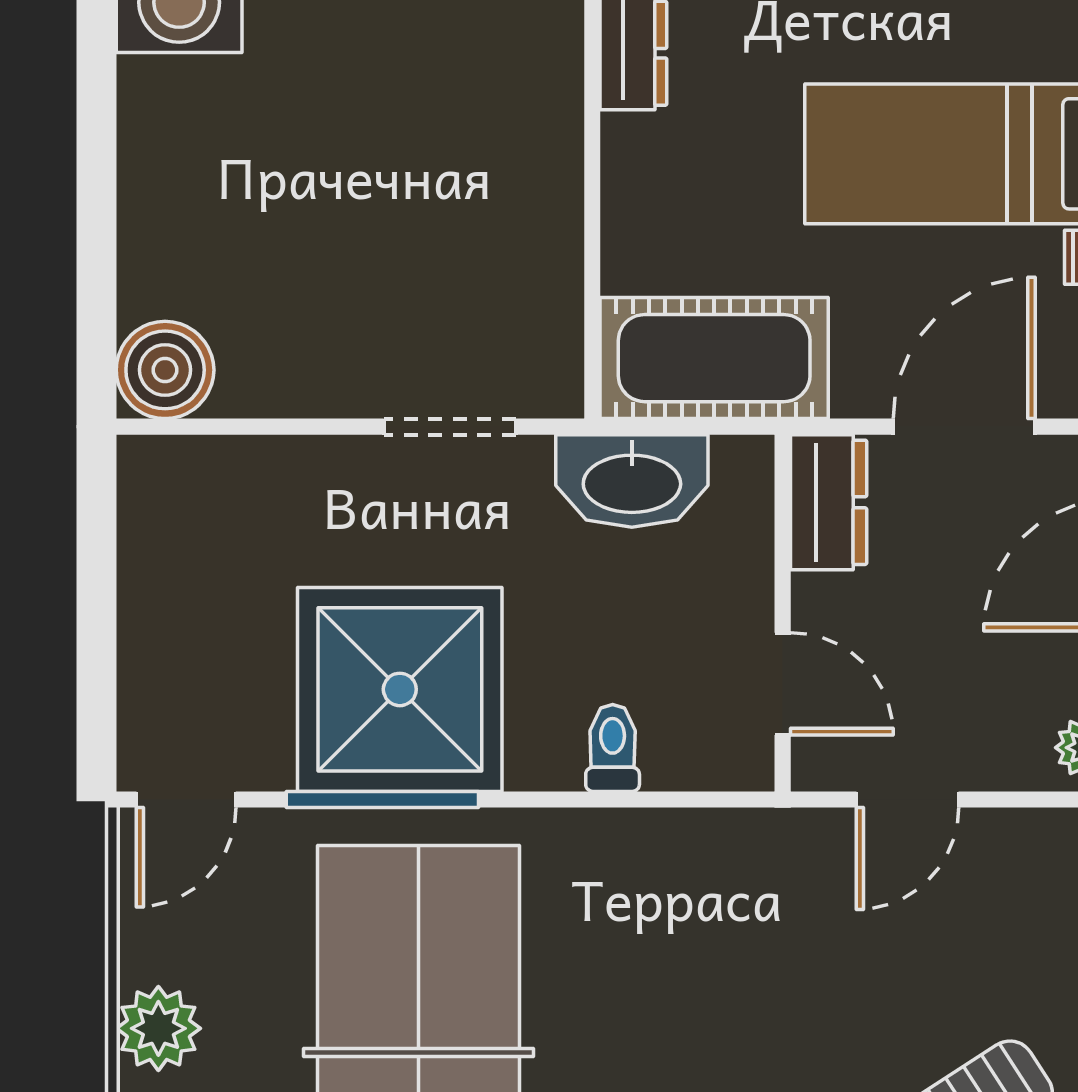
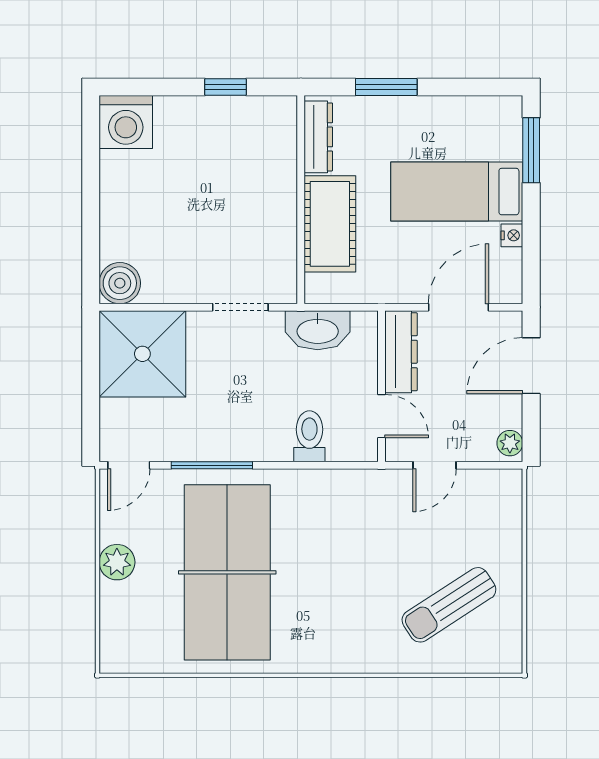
cot: (714, 358) -> (330, 224), moved, turned 90
dresser: (829, 502) -> (401, 352), width x1.44
shower: (400, 689) -> (142, 354), moved
toilet: (613, 748) -> (309, 436), width x1.37, depth x1.39

